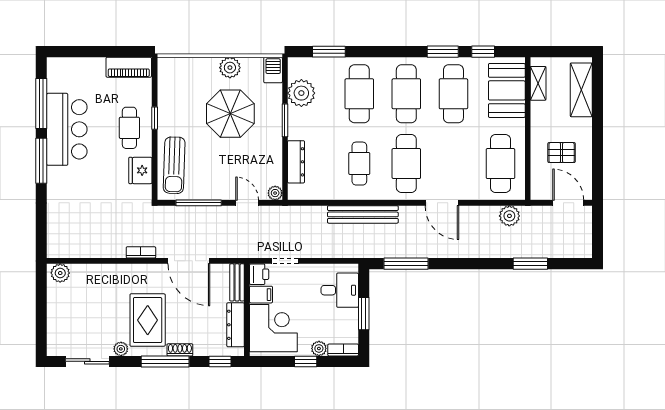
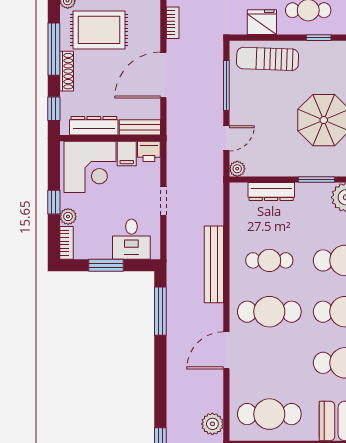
doorway: (285, 261) -> (163, 201), moved
shoe rack: (180, 350) -> (67, 71), width x1.43

